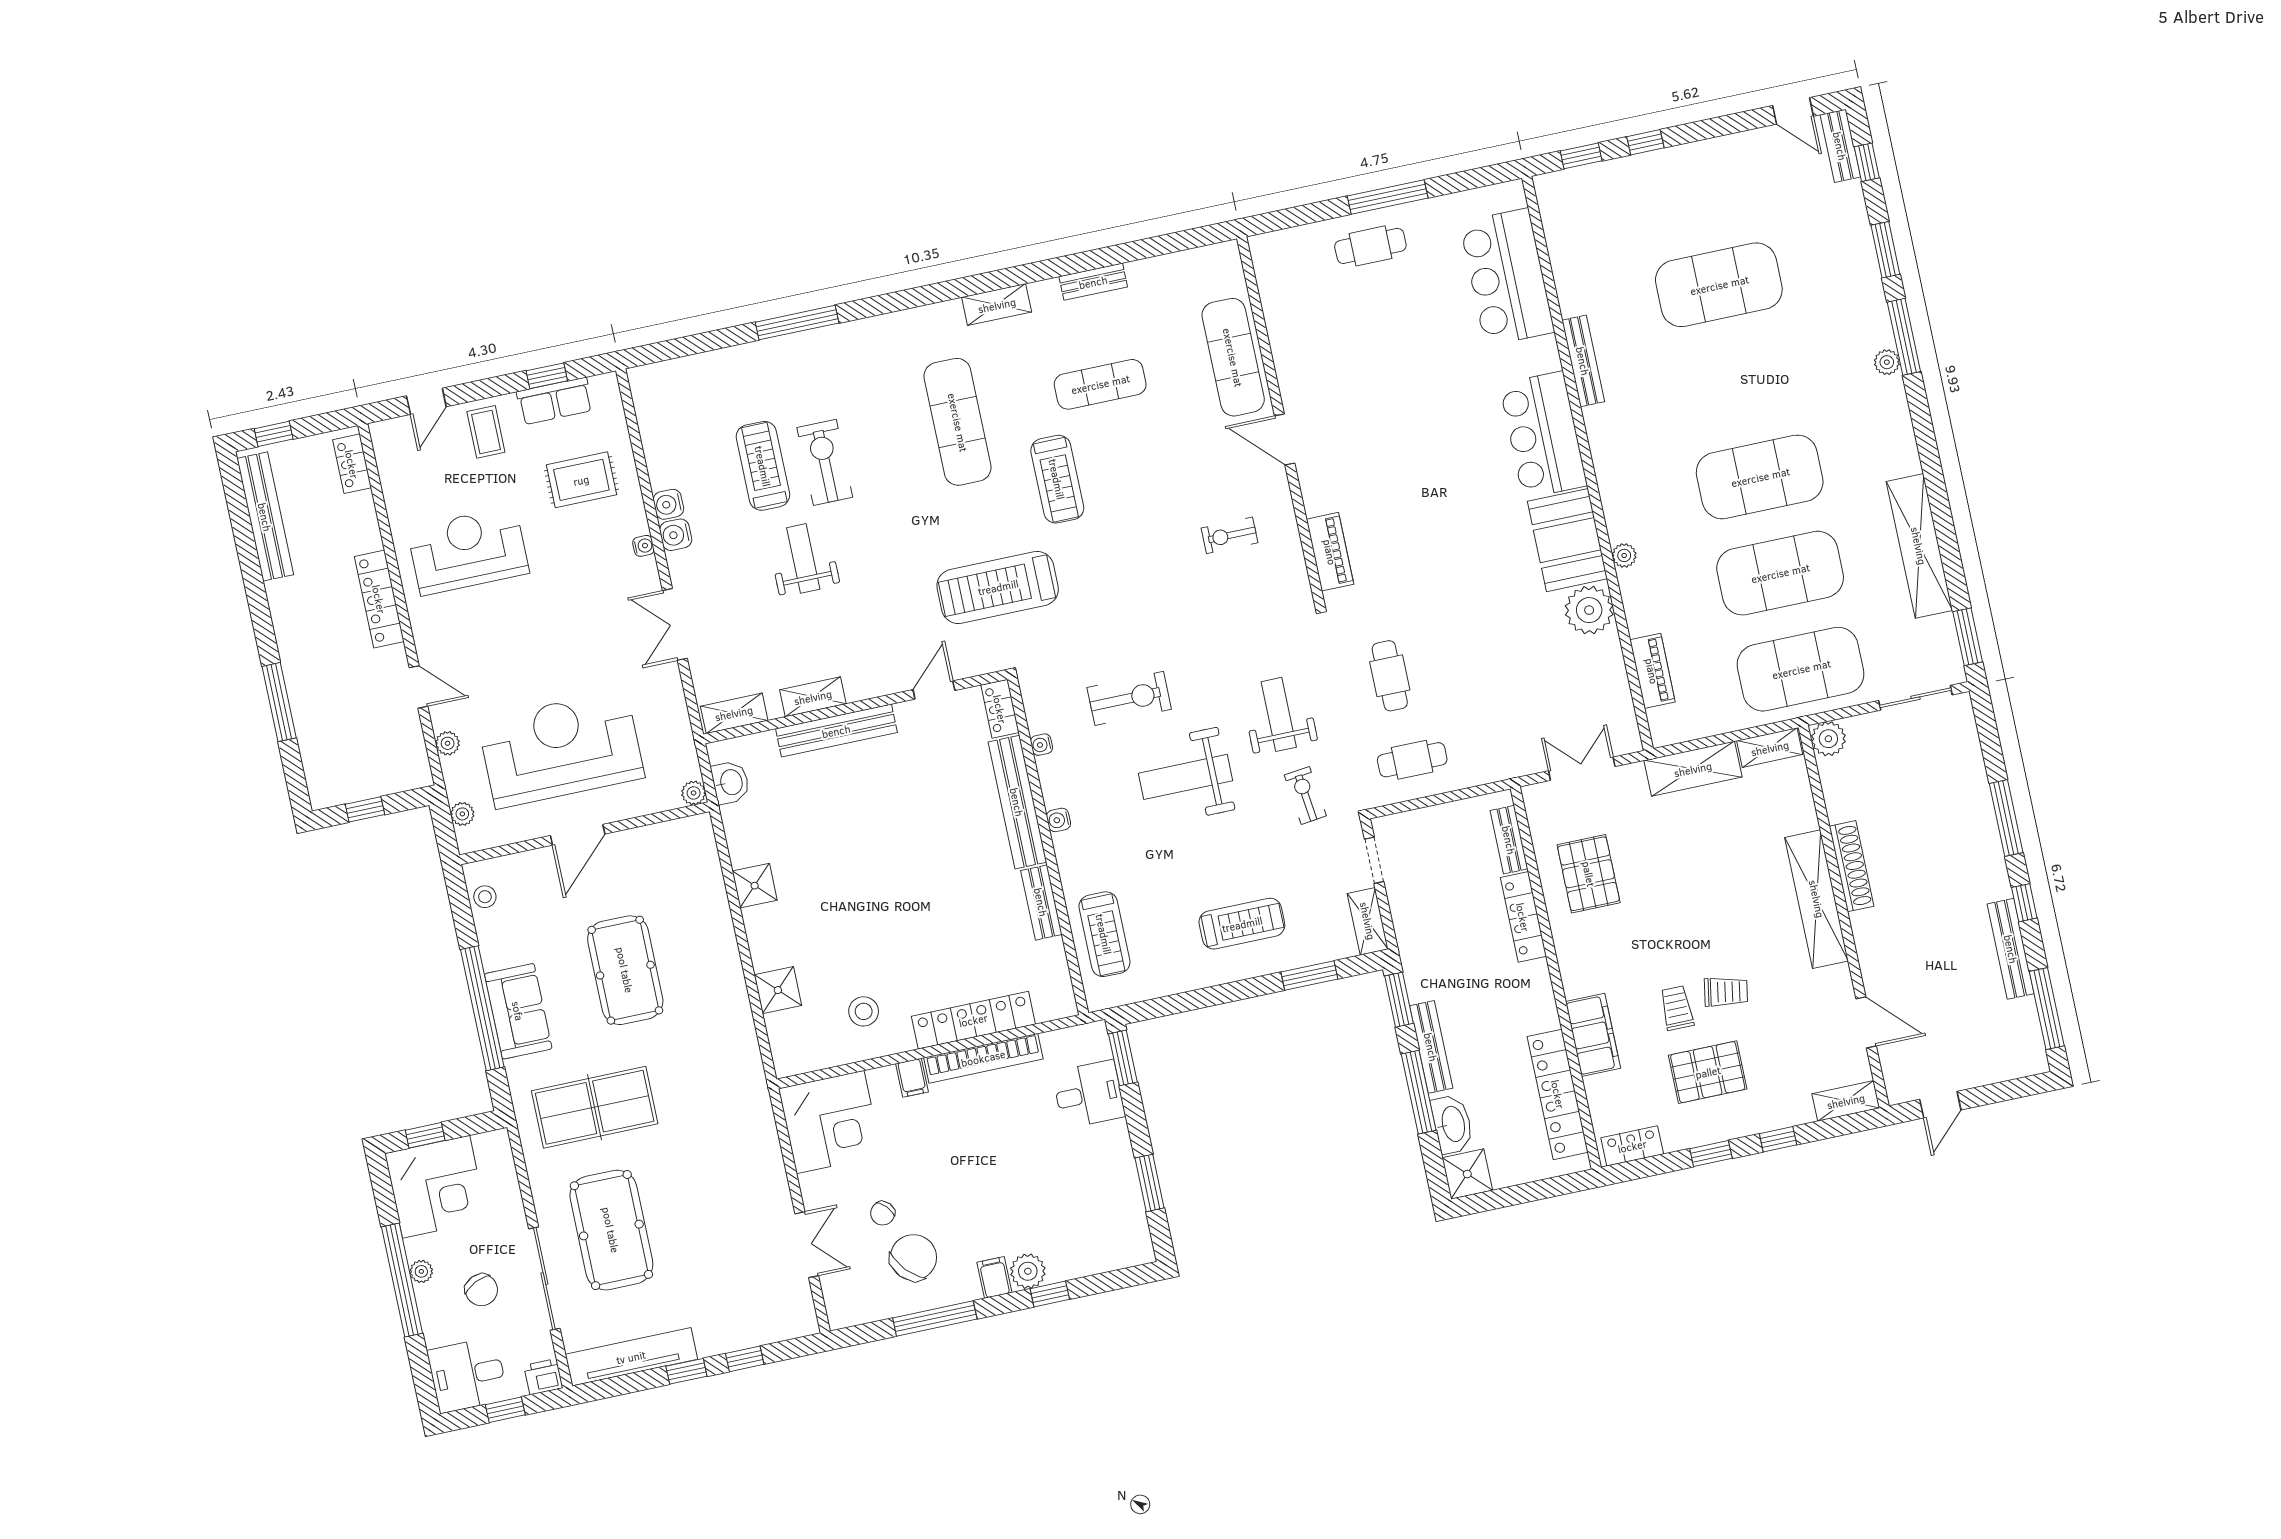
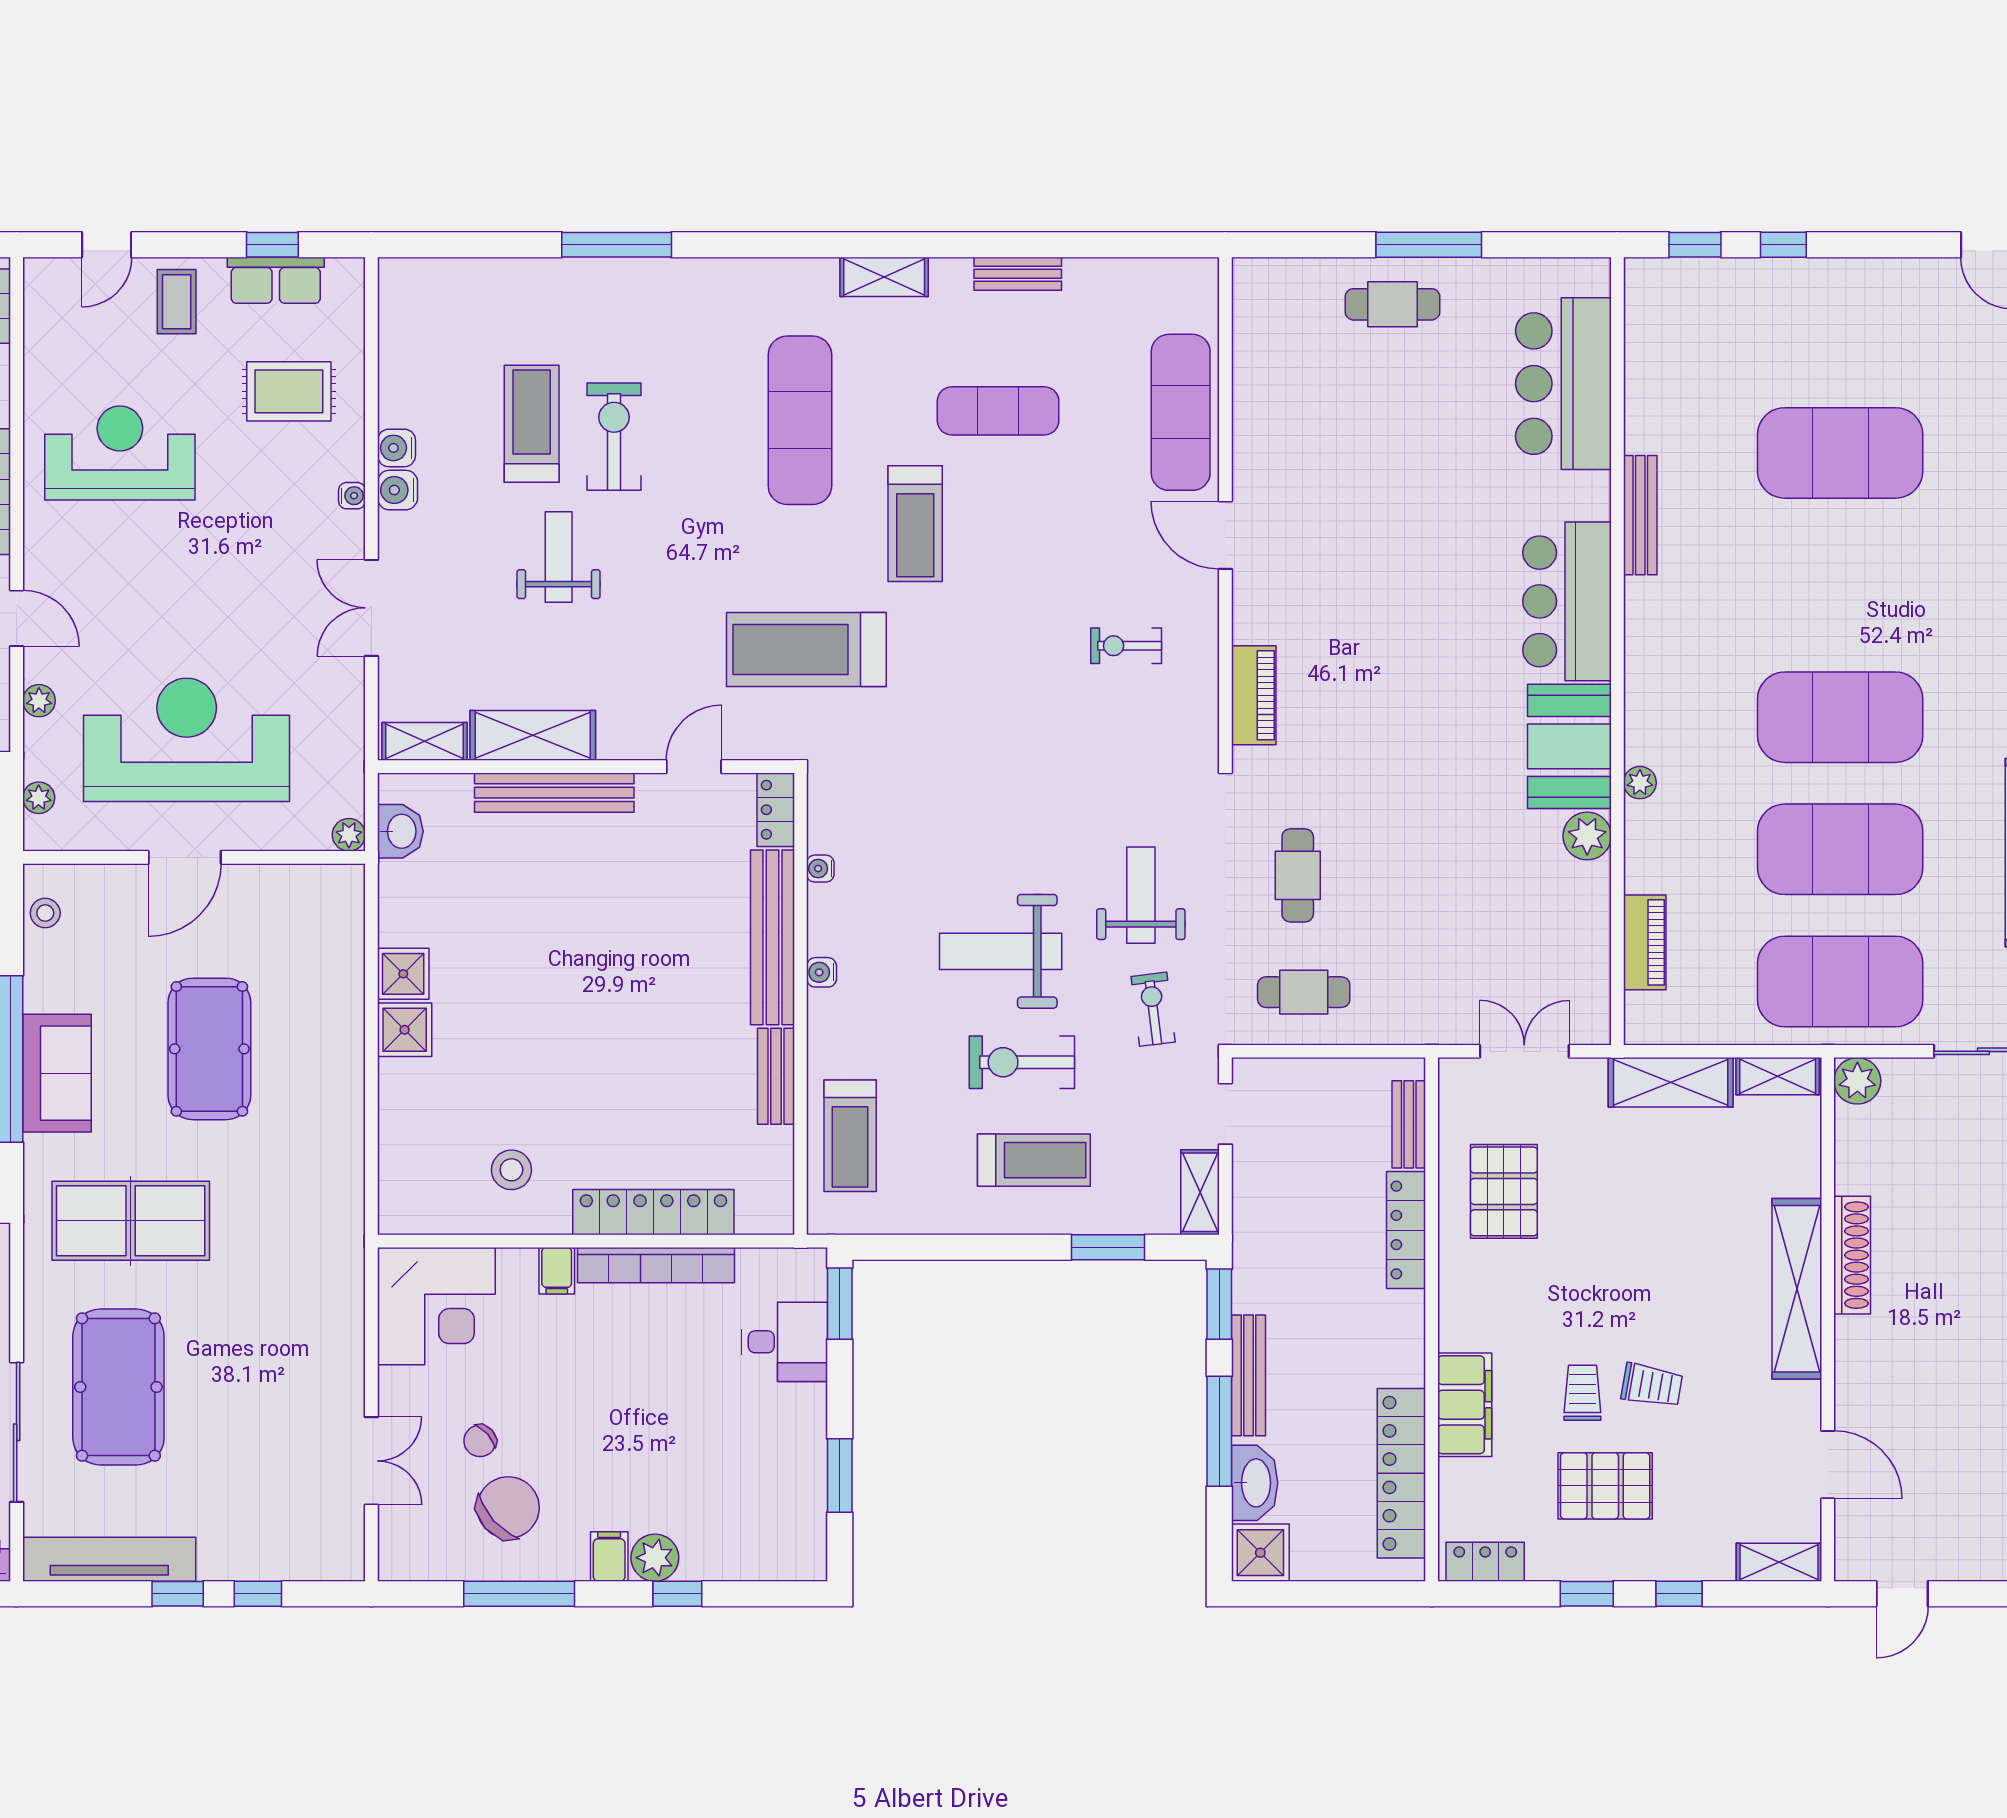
plant: (1589, 610) -> (1587, 836), width x0.73, depth x0.73
shelving: (813, 697) -> (533, 735), width x1.50, depth x1.33
exercise bike: (1129, 698) -> (1022, 1062), moved, turned 180
shower: (778, 990) -> (405, 1030), moved

